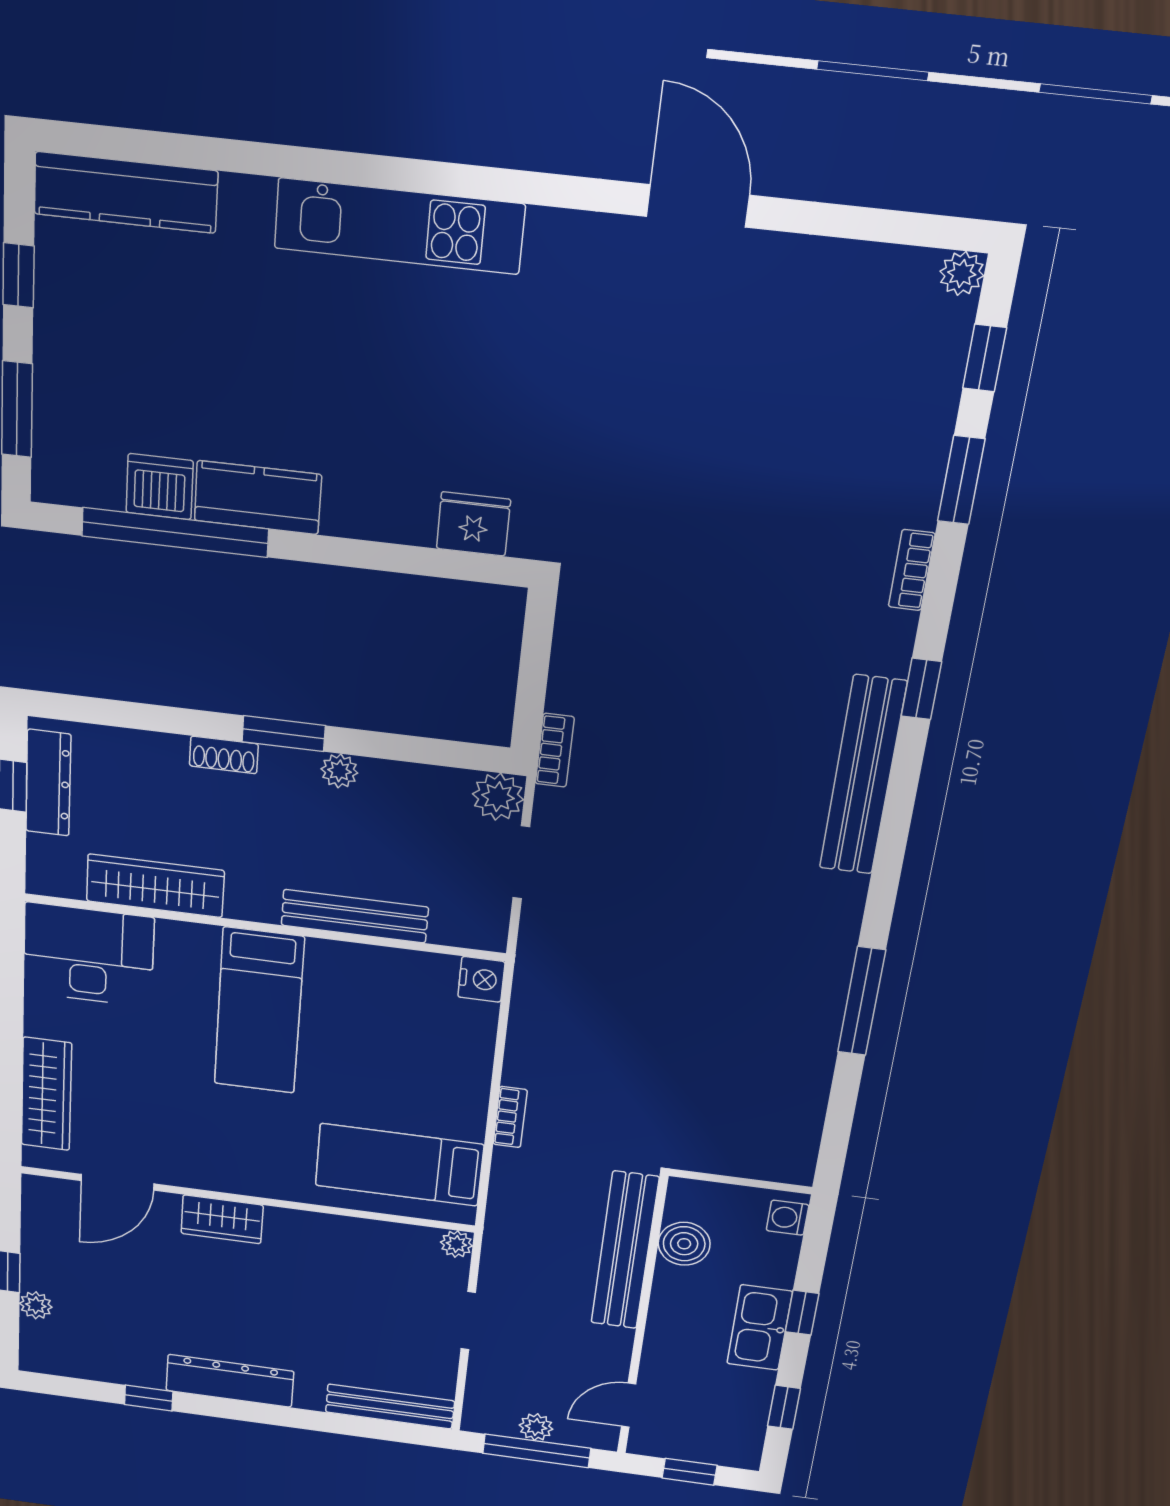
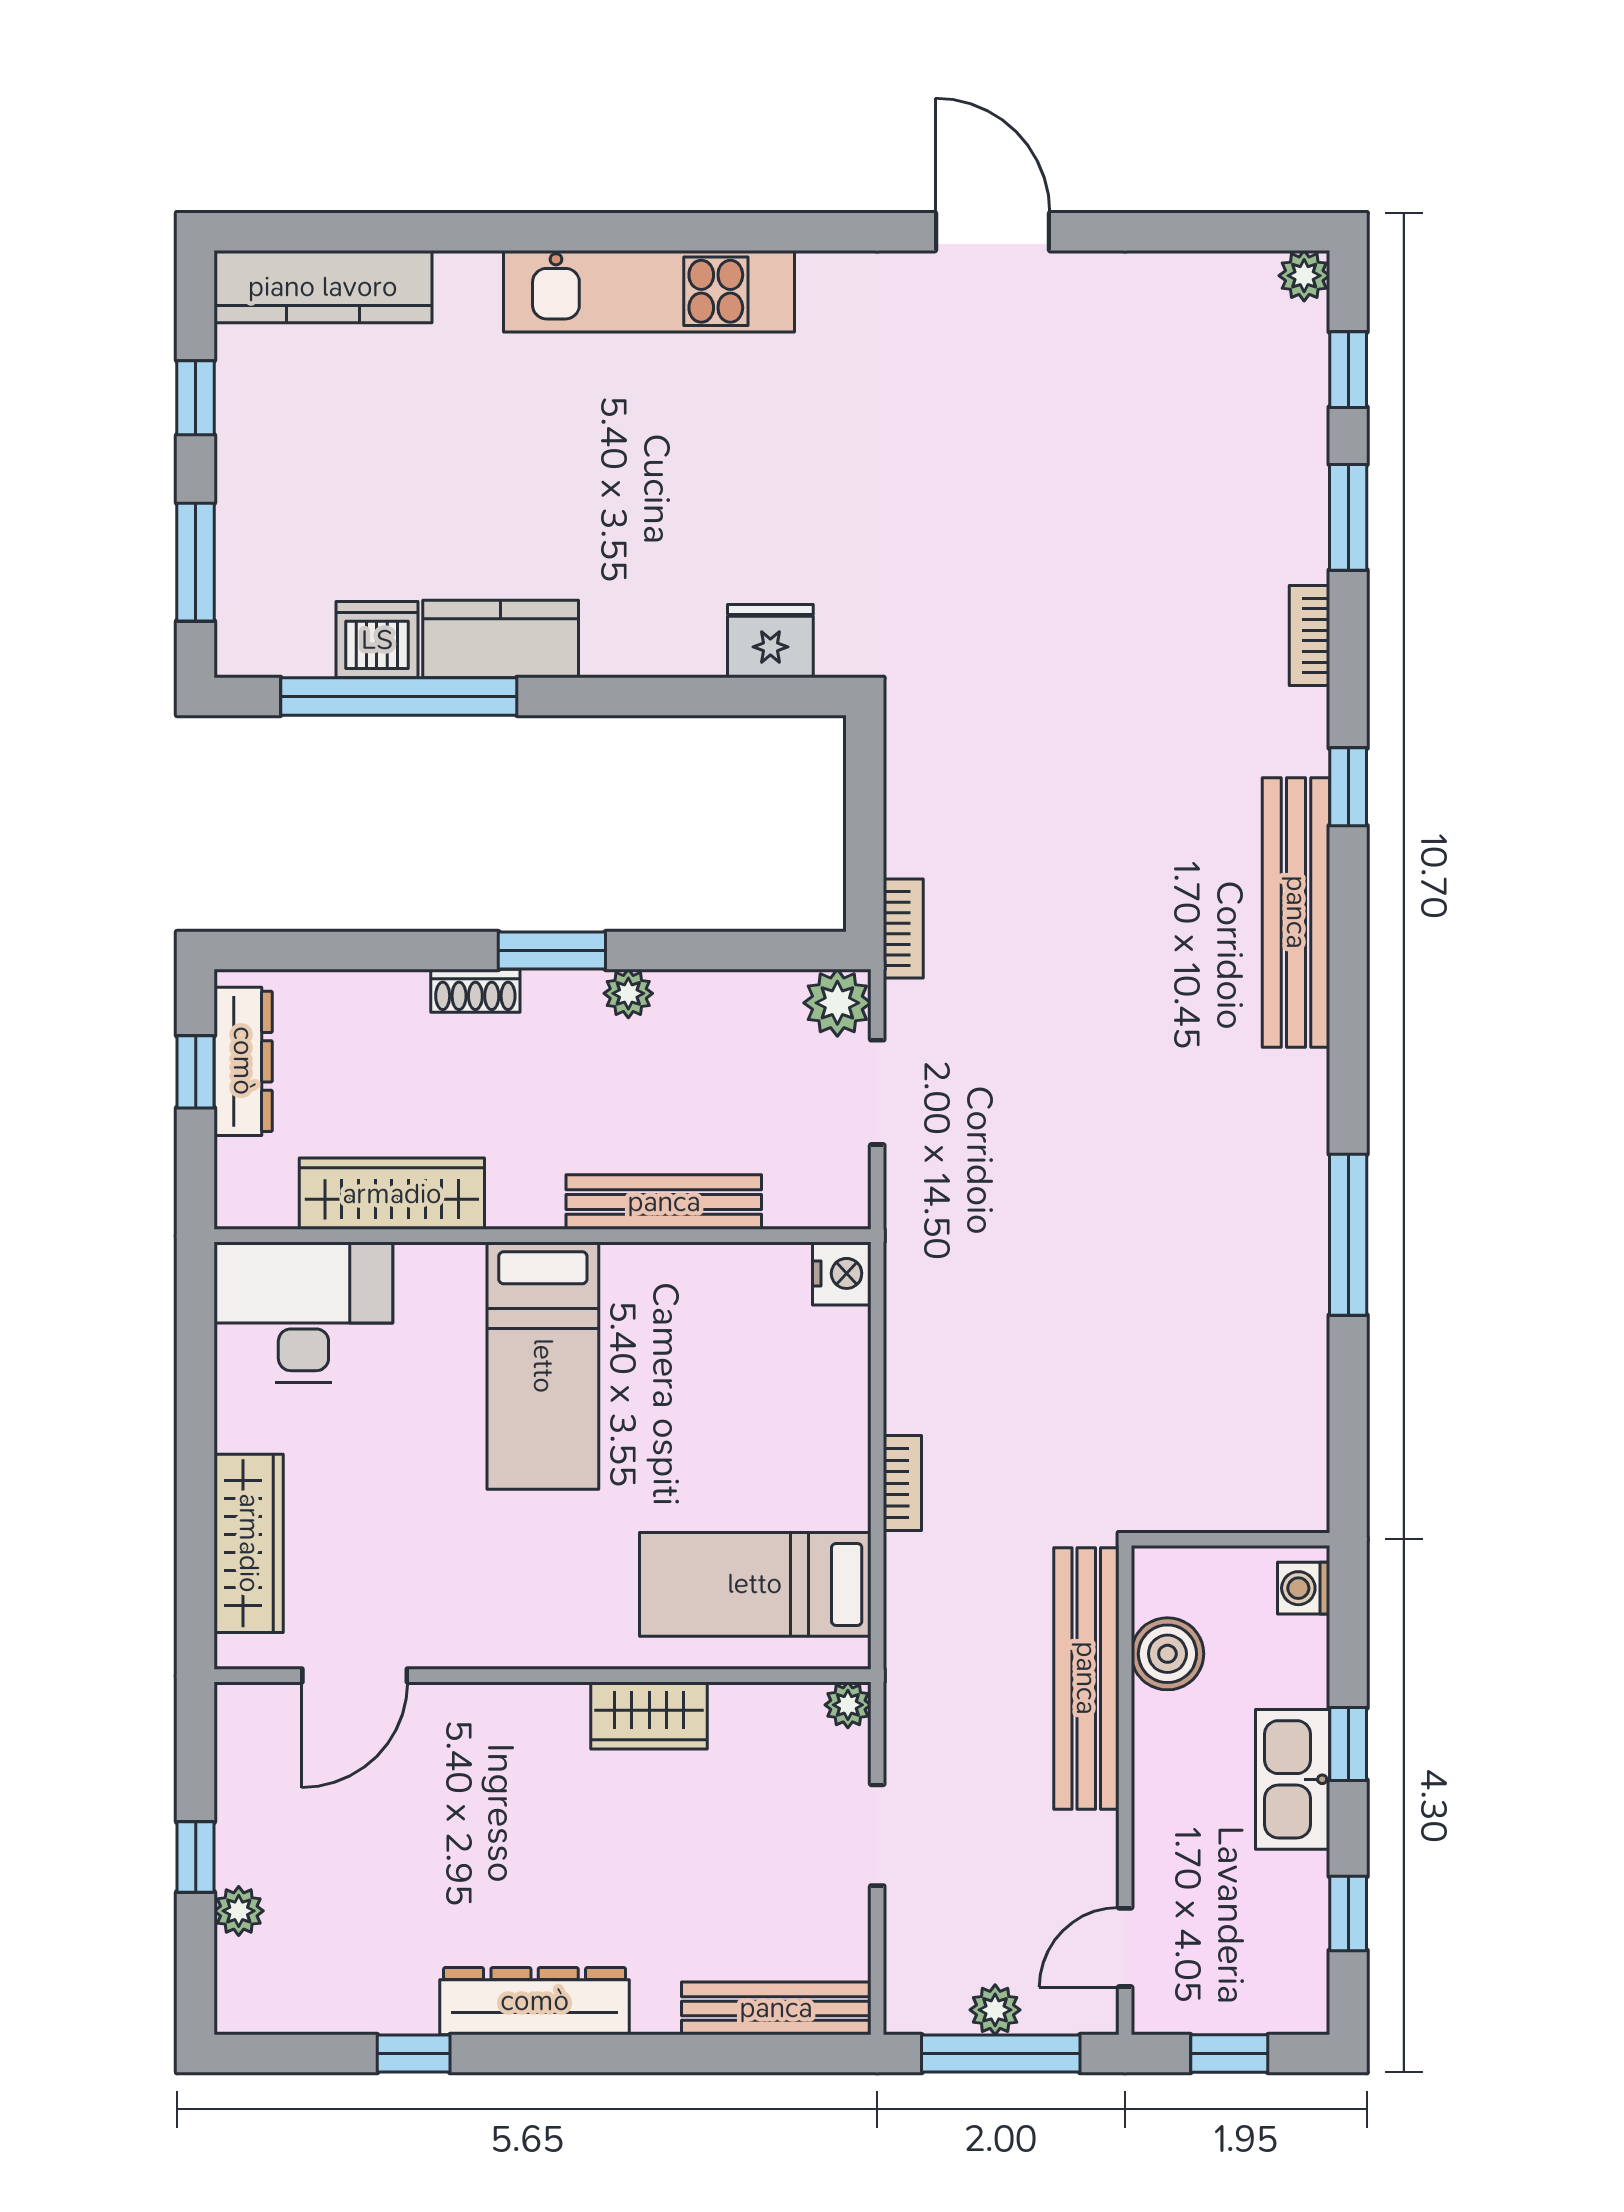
wardrobe: (222, 1219) -> (649, 1715), moved

